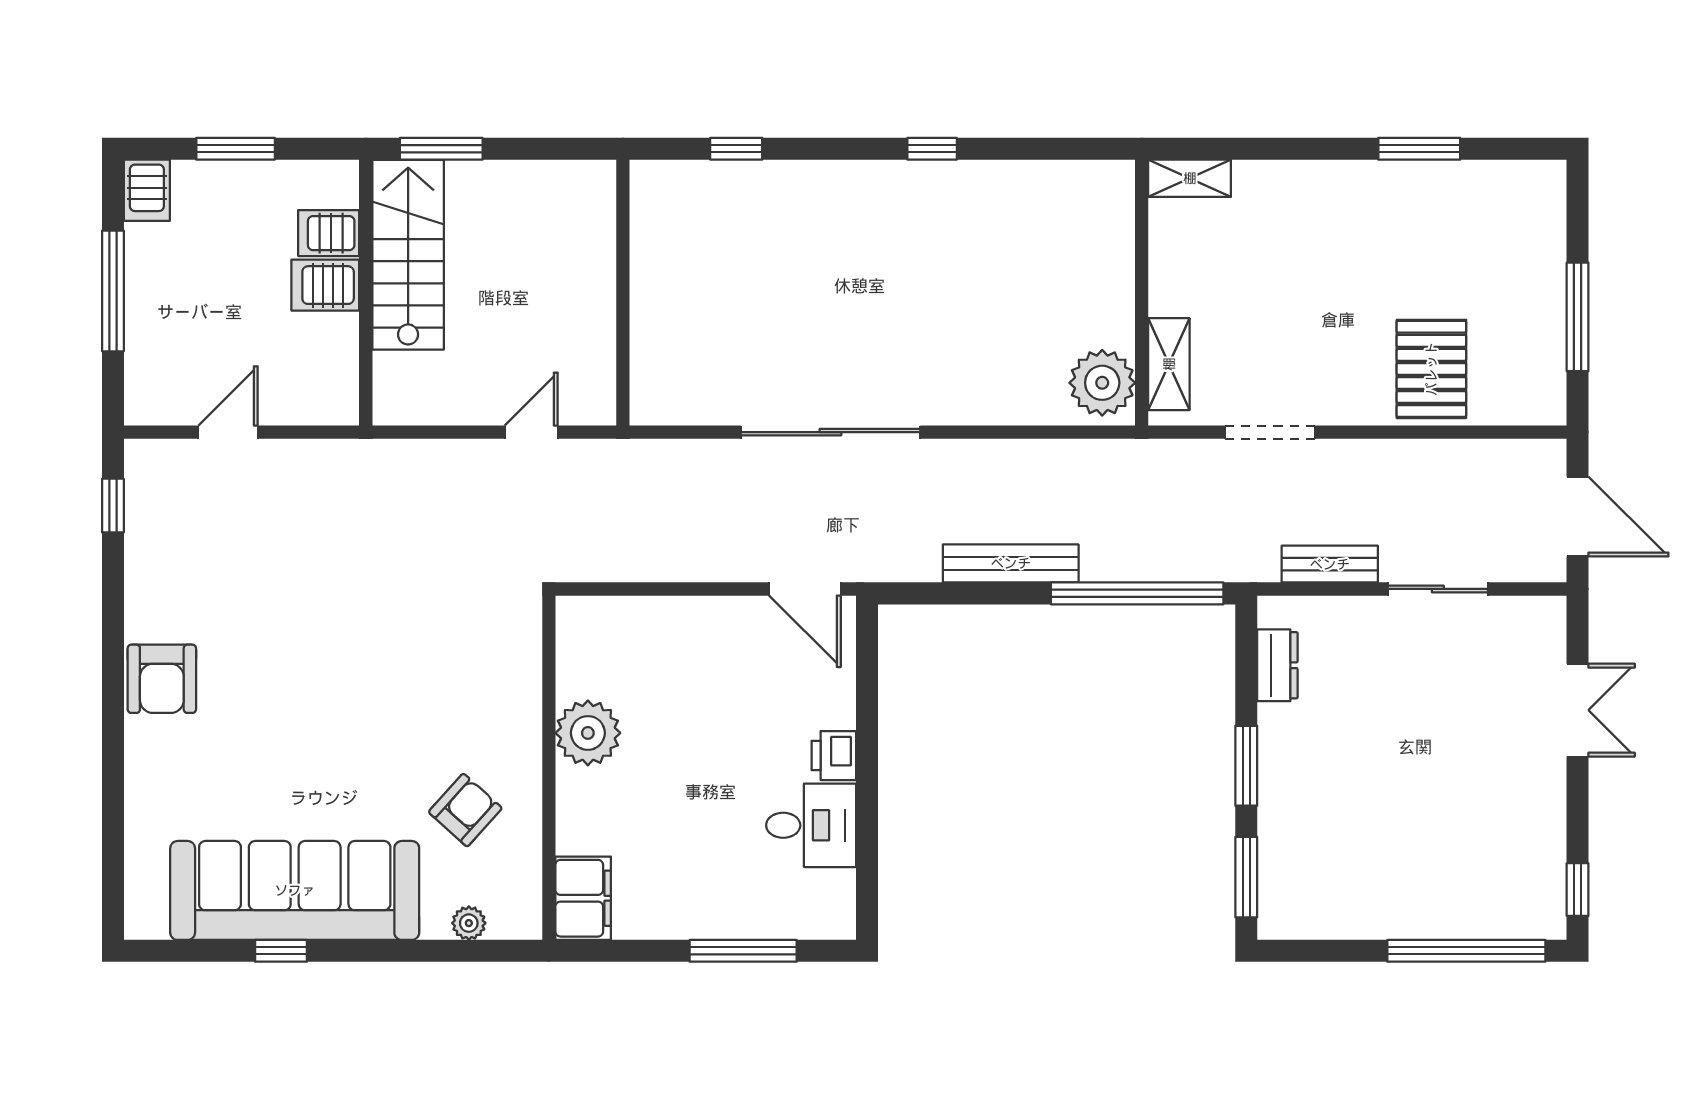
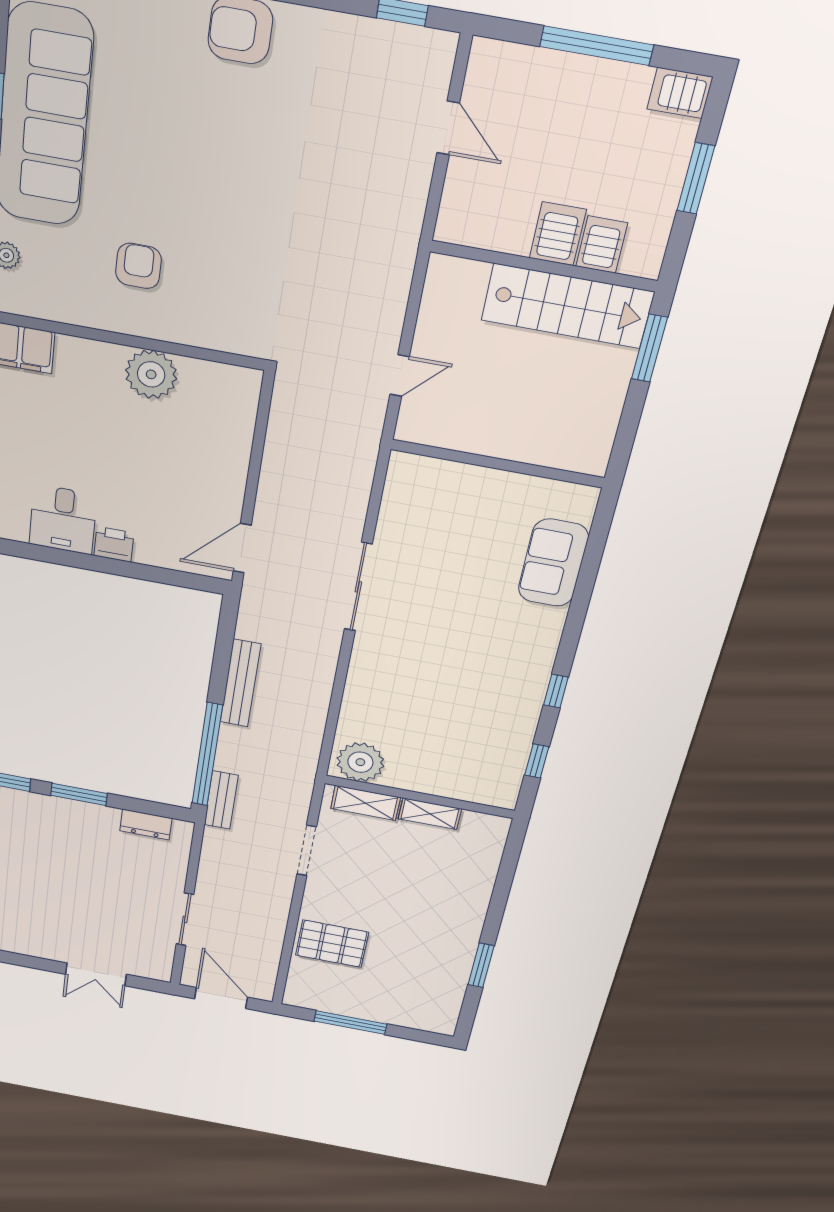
window: (736, 149) -> (537, 761), moved
shelving: (1190, 178) -> (430, 814), moved, turned 90
sofa: (745, 195) -> (553, 563), added
door: (531, 432) -> (400, 375), hinge flipped
sliding door: (830, 432) -> (358, 587), width x0.73
door: (1578, 517) -> (221, 998), swing flipped
bench: (1330, 564) -> (221, 800), moved
armchair: (465, 810) -> (138, 266), moved, turned -132

